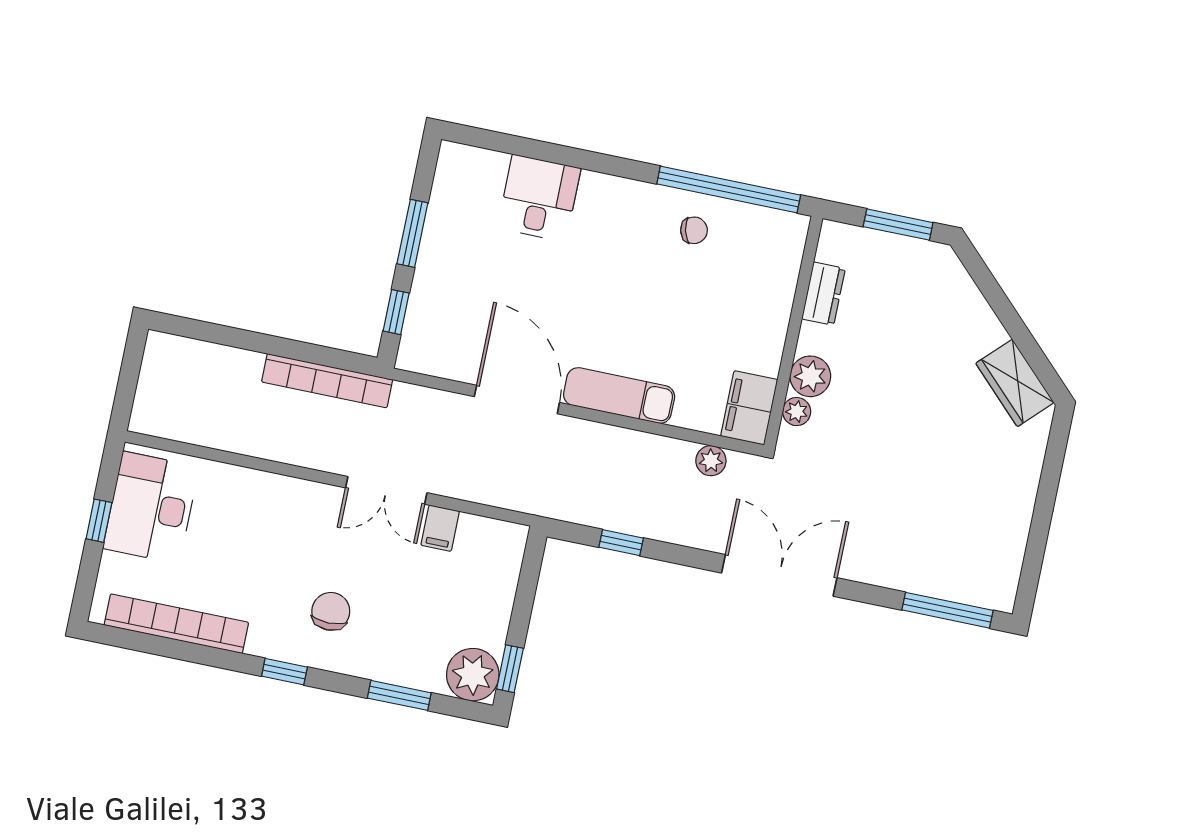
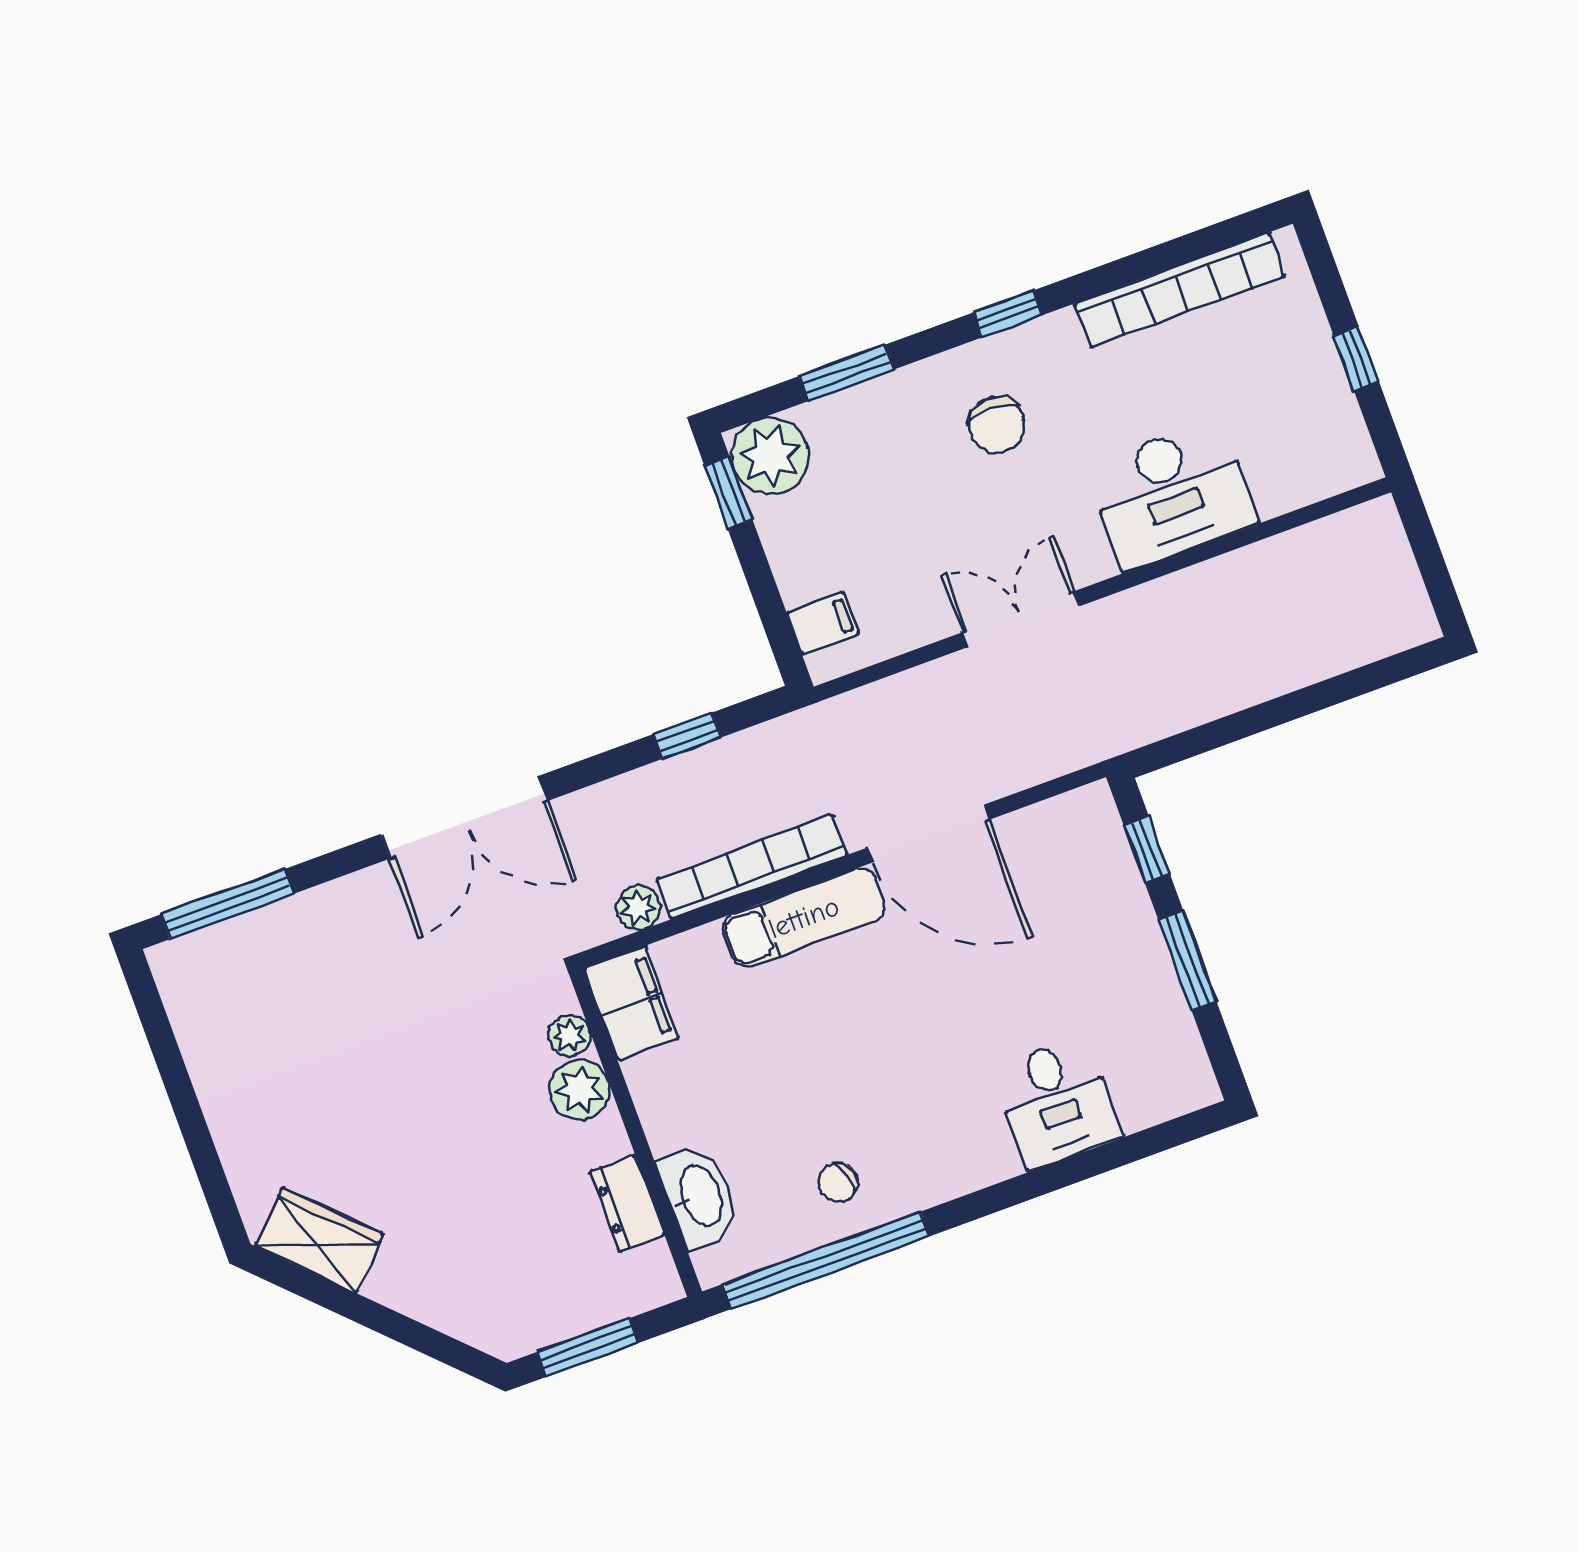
washbasin: (779, 272) -> (699, 1196), added
bookcase: (327, 381) -> (752, 867), moved
desk: (151, 508) -> (1172, 494), moved, turned 90
filing cabinet: (440, 528) -> (823, 623), moved, turned 90

